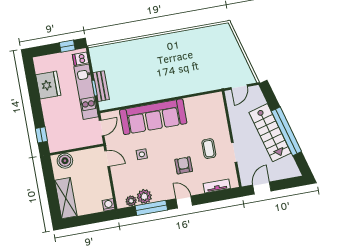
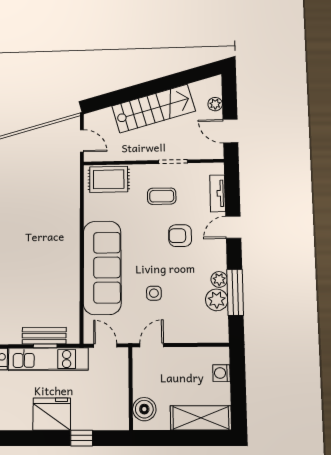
fridge: (48, 85) -> (52, 414), moved
rug: (215, 110) -> (109, 179), added
window: (286, 131) -> (155, 86), removed
window: (41, 135) -> (82, 438), moved
plant: (280, 175) -> (215, 104), added
plant: (131, 201) -> (219, 279), moved
door: (184, 202) -> (233, 227), moved
washing machine: (109, 205) -> (221, 373), moved

